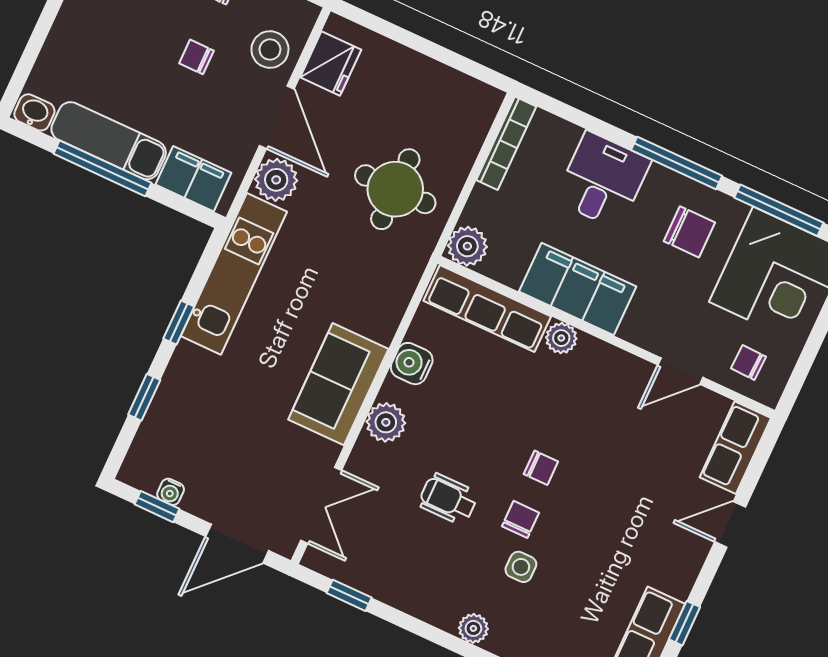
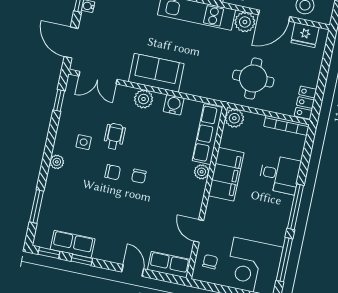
locker: (469, 94) -> (305, 103), added
chair: (689, 232) -> (265, 220), removed
side table: (521, 567) -> (84, 142), moved

